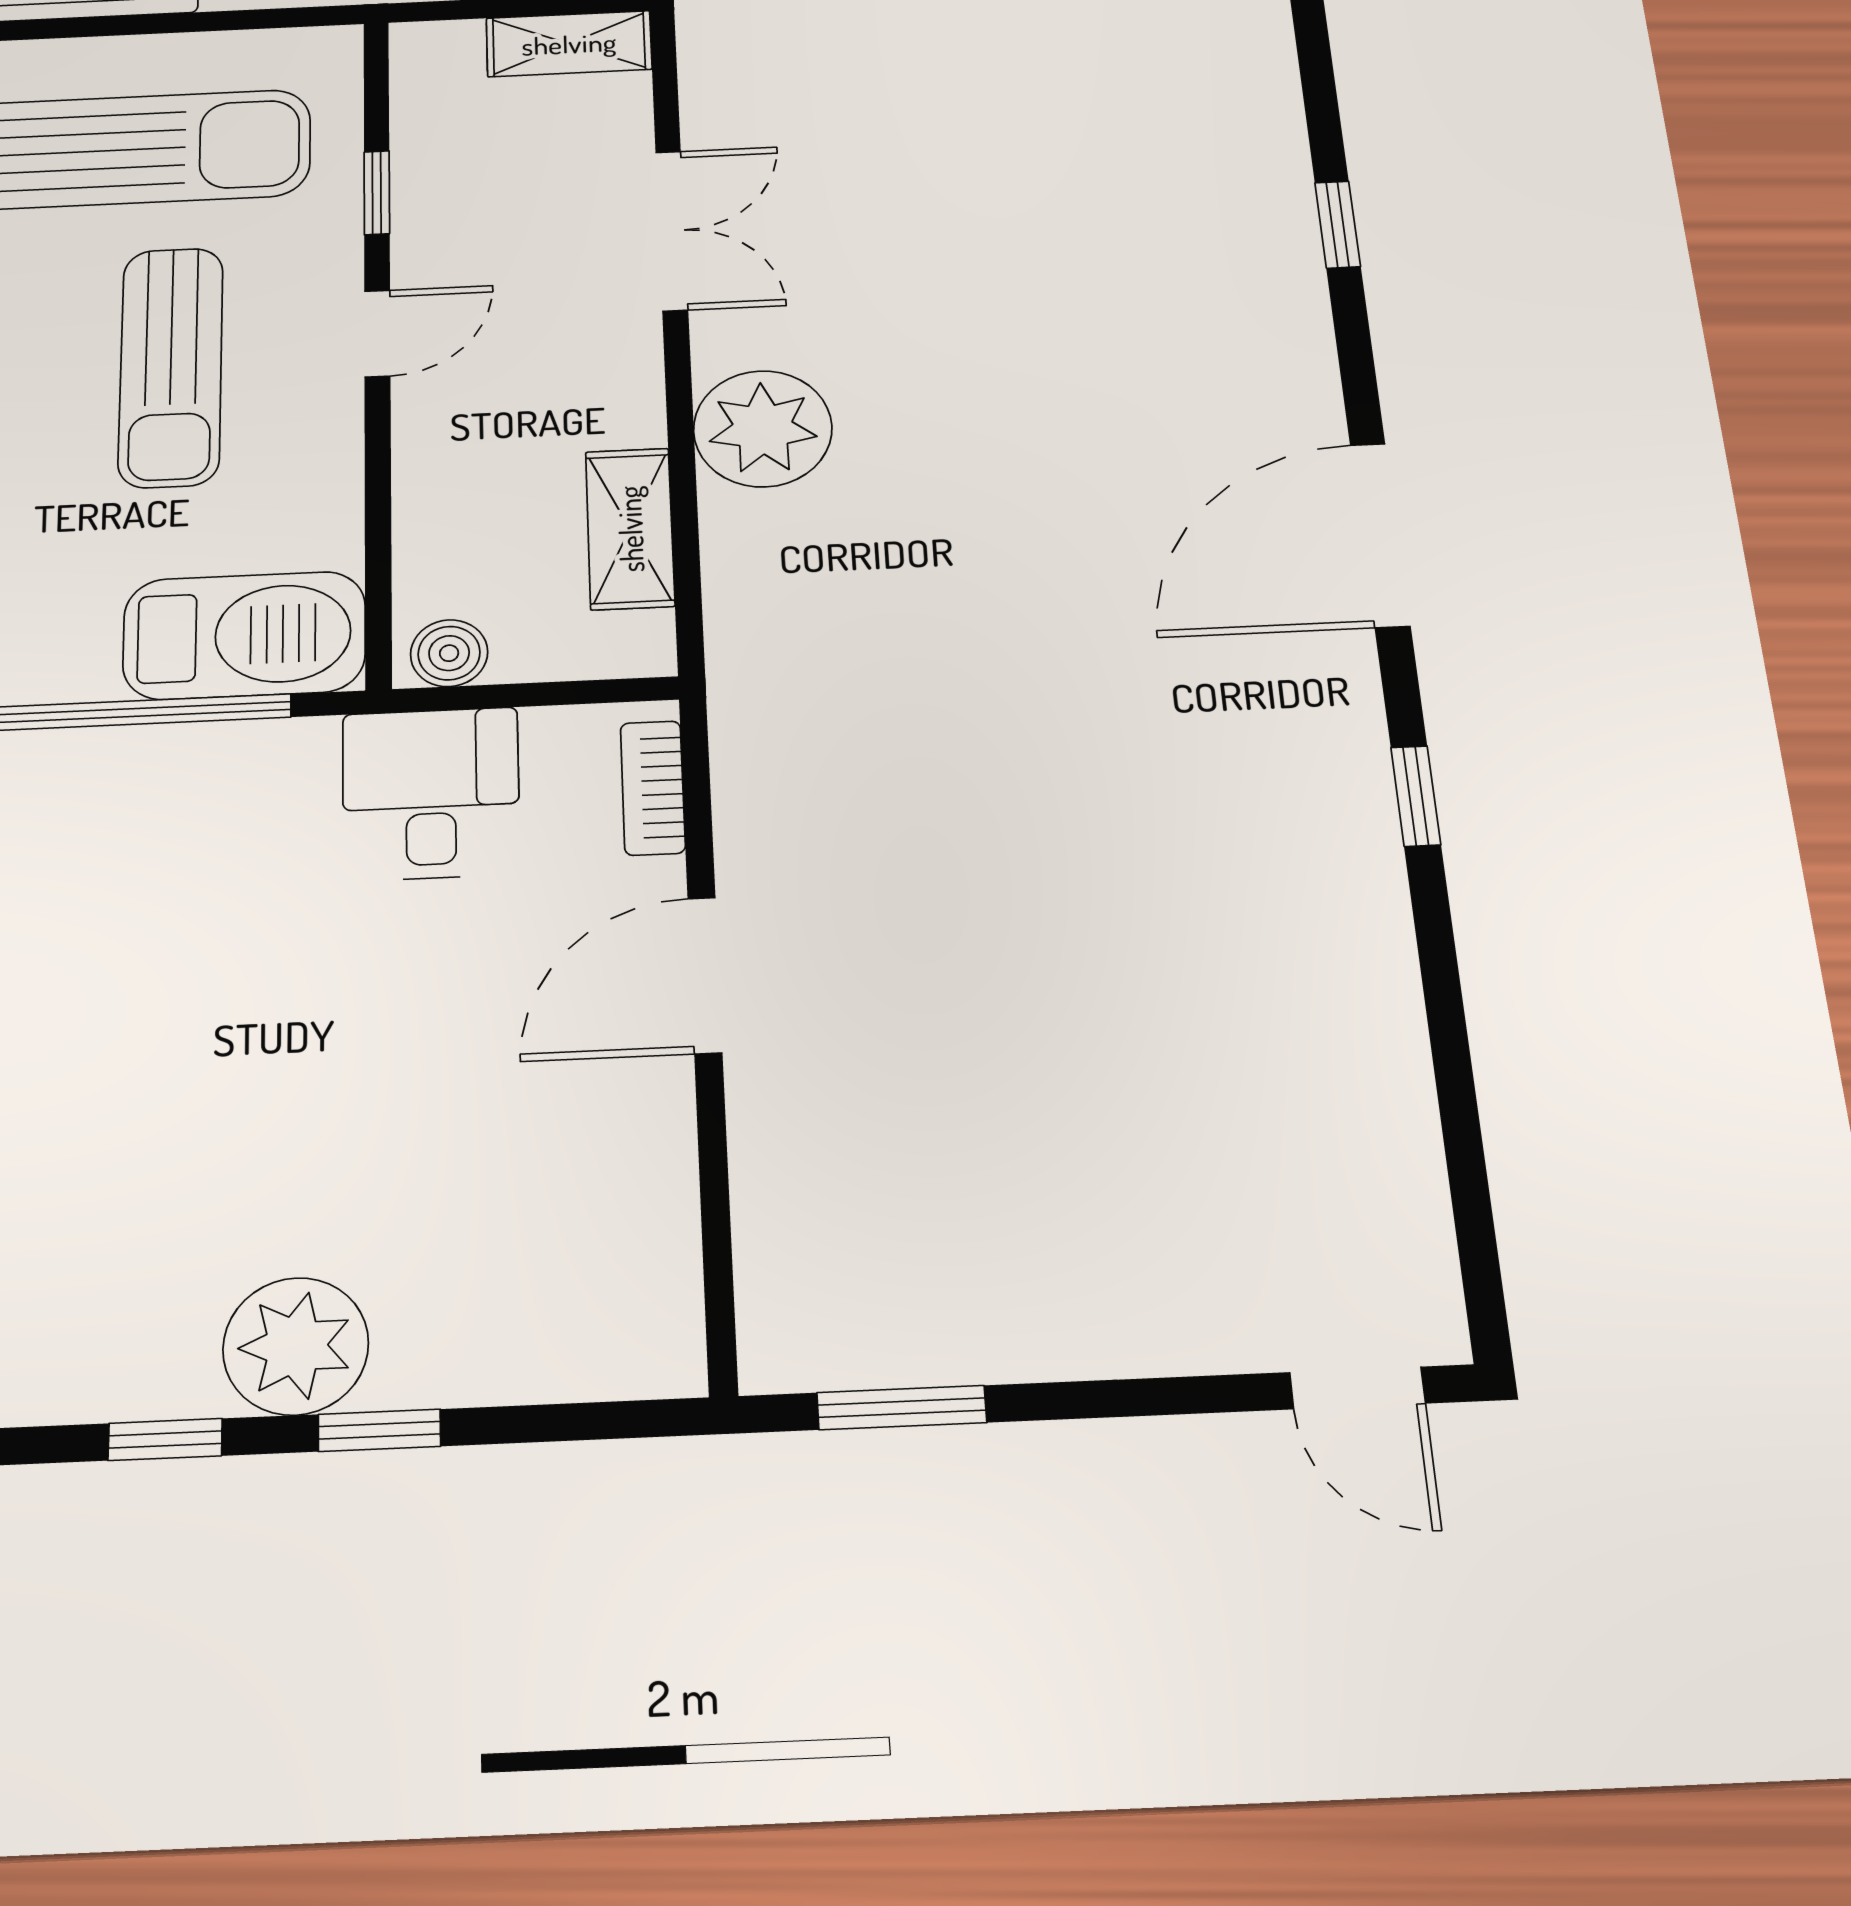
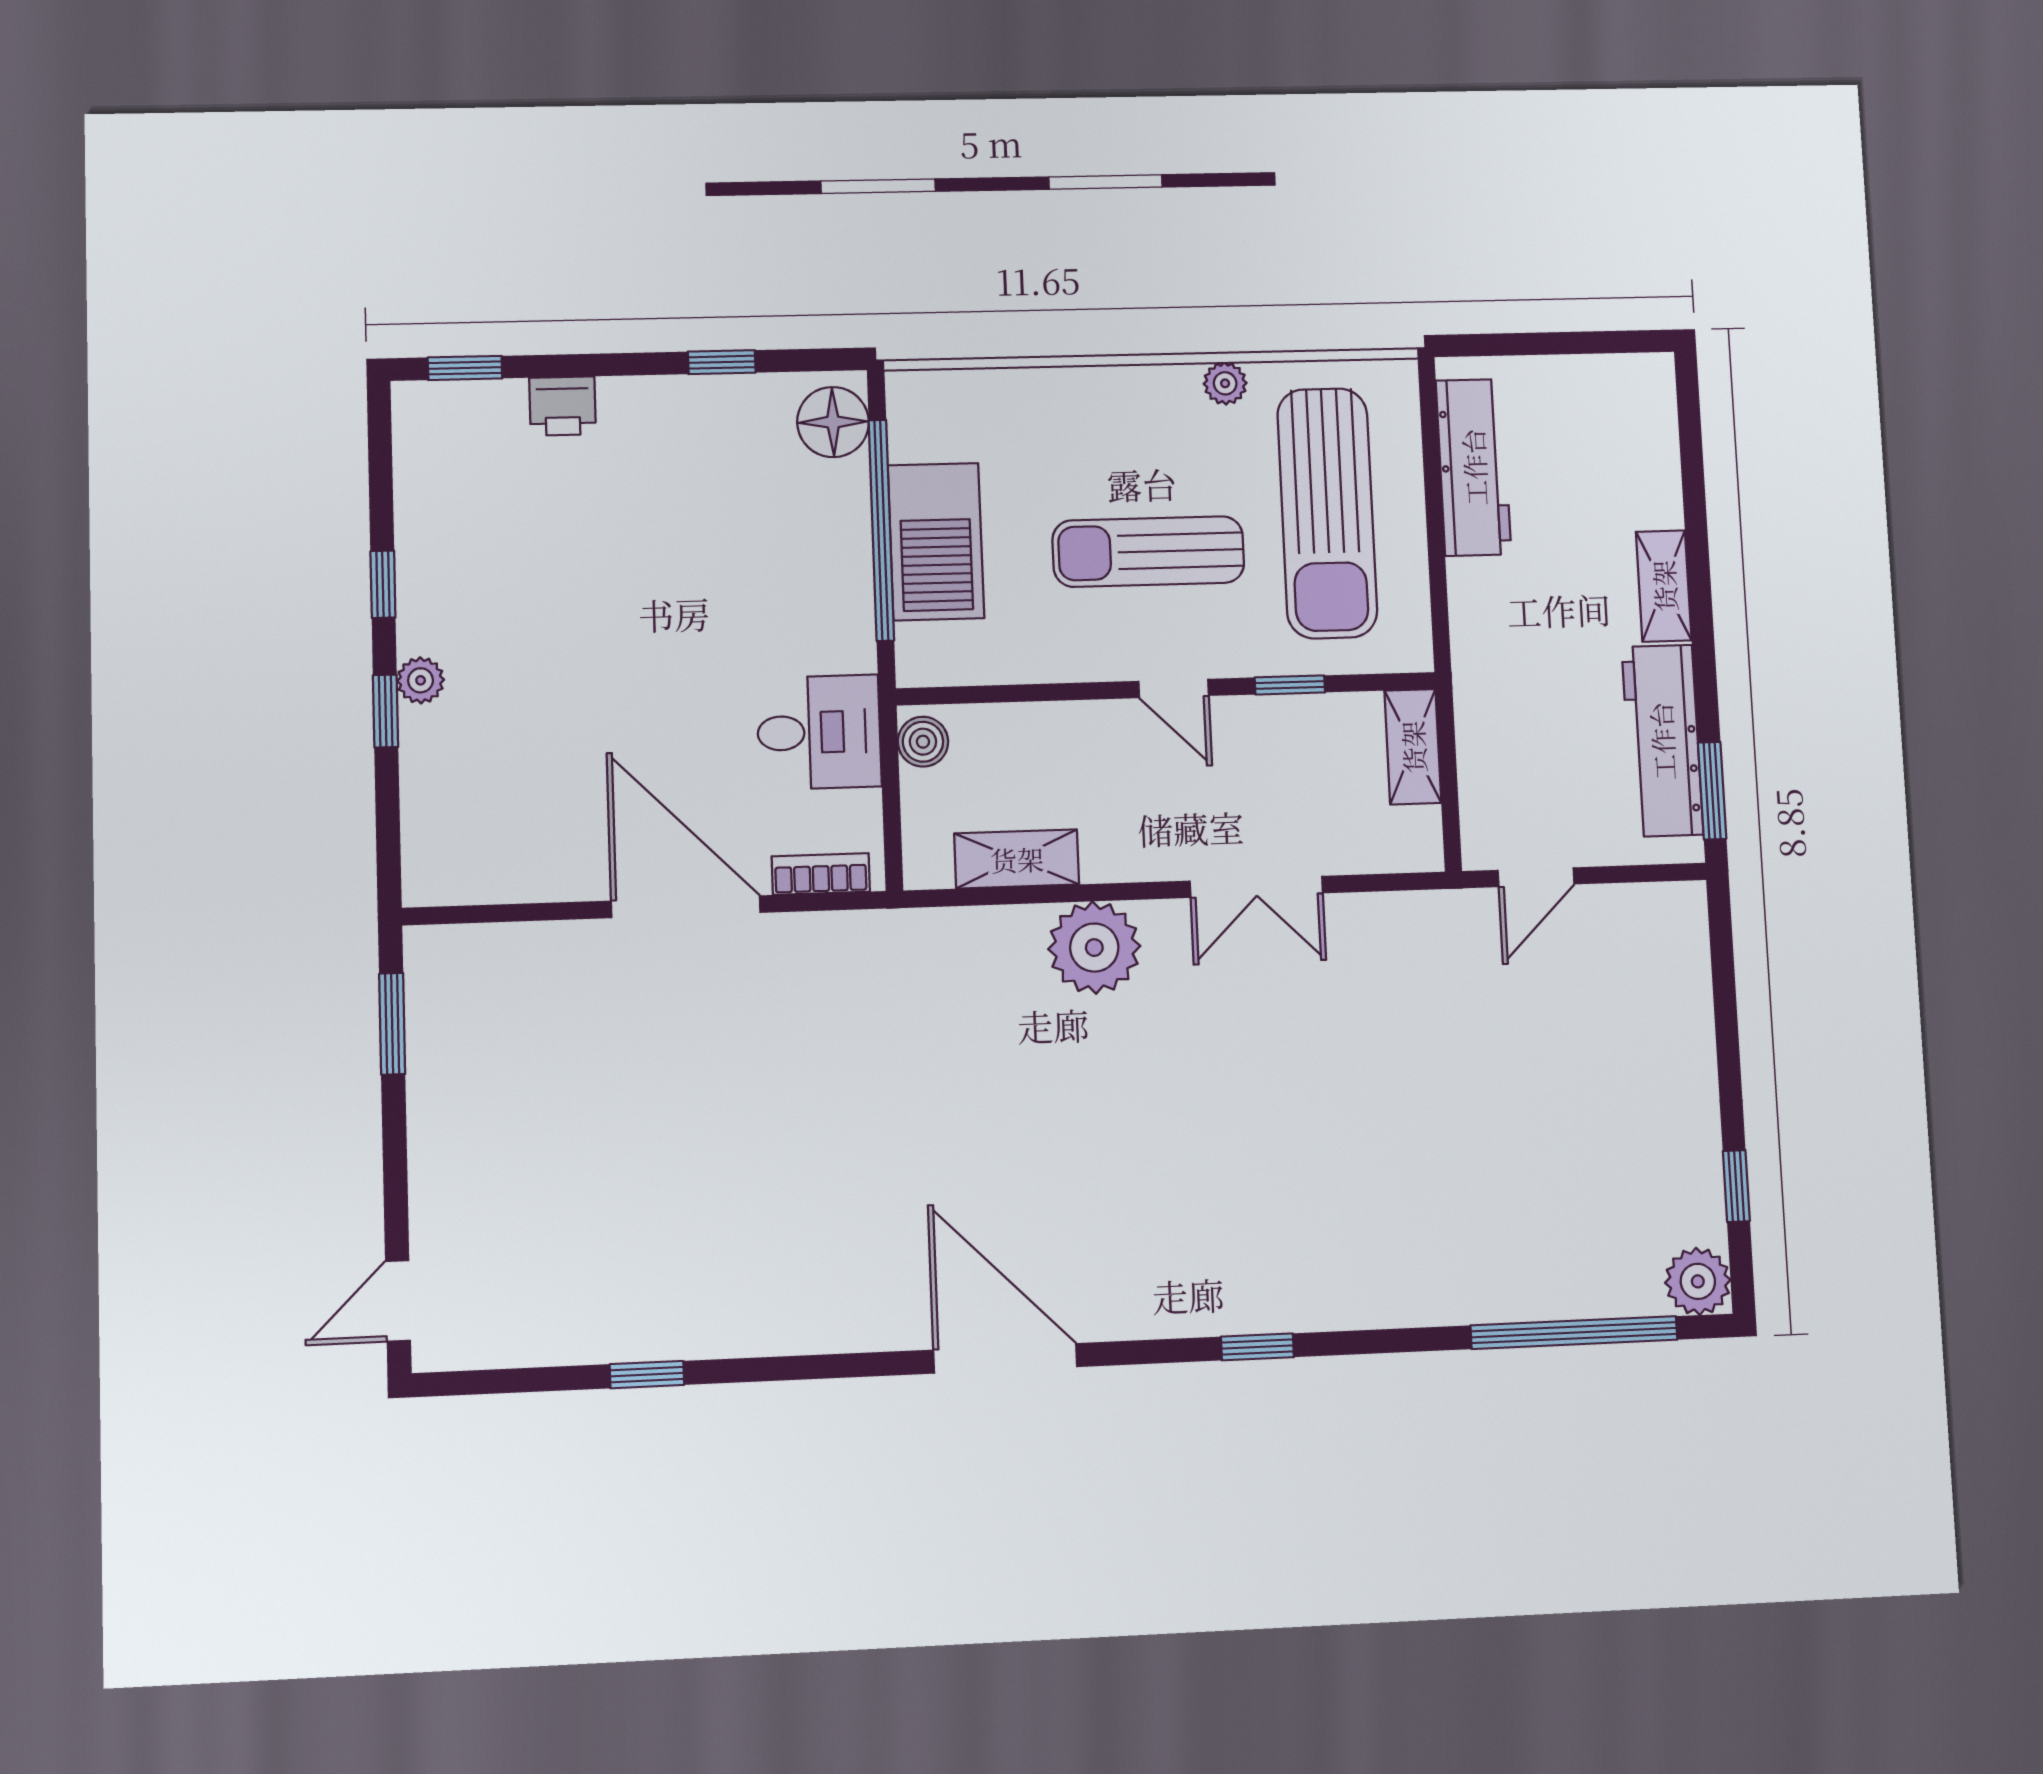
shelving: (569, 44) -> (1413, 747), moved
barbecue: (244, 635) -> (936, 542), moved
window: (1416, 796) -> (647, 1375), moved
door: (705, 975) -> (686, 907), width x1.36
plant: (296, 1346) -> (421, 680), width x0.53, depth x0.53

